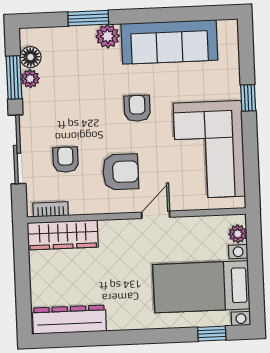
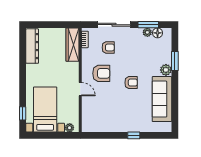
corner sofa: (209, 150) -> (110, 116), removed
armchair: (121, 172) -> (101, 73), turned -90

